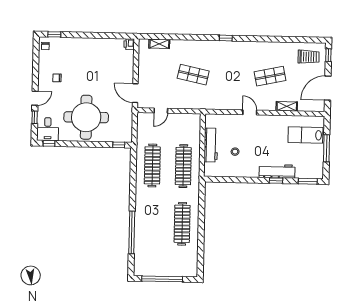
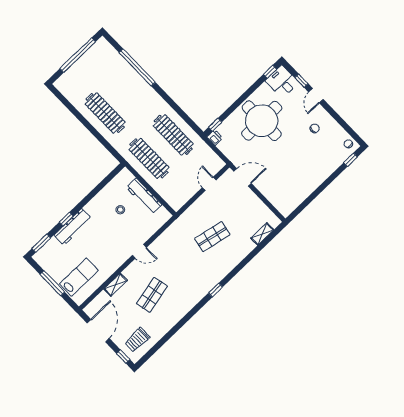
printer: (129, 44) -> (215, 137), moved

